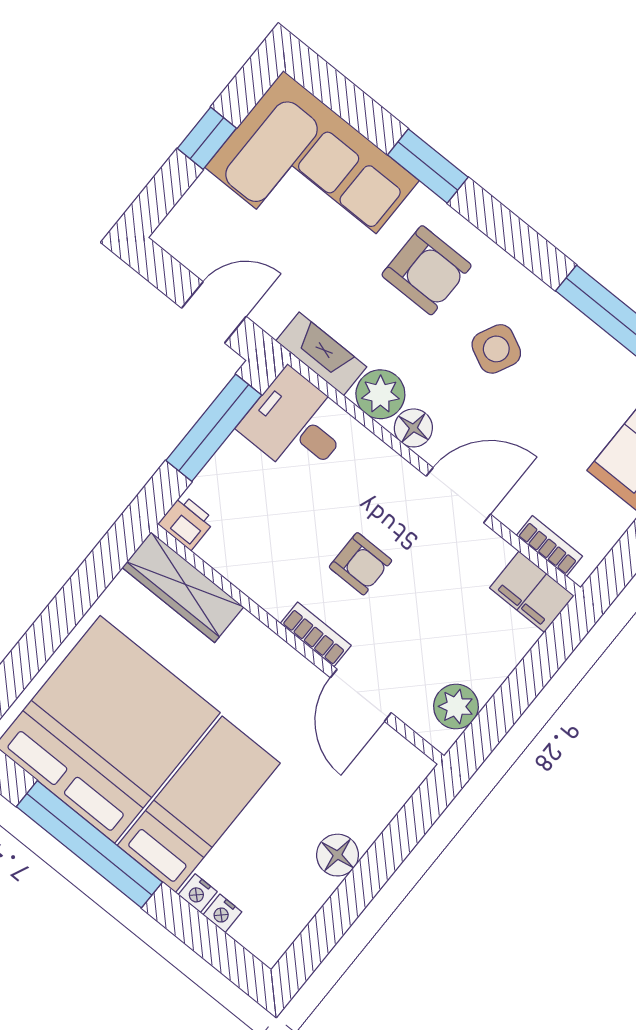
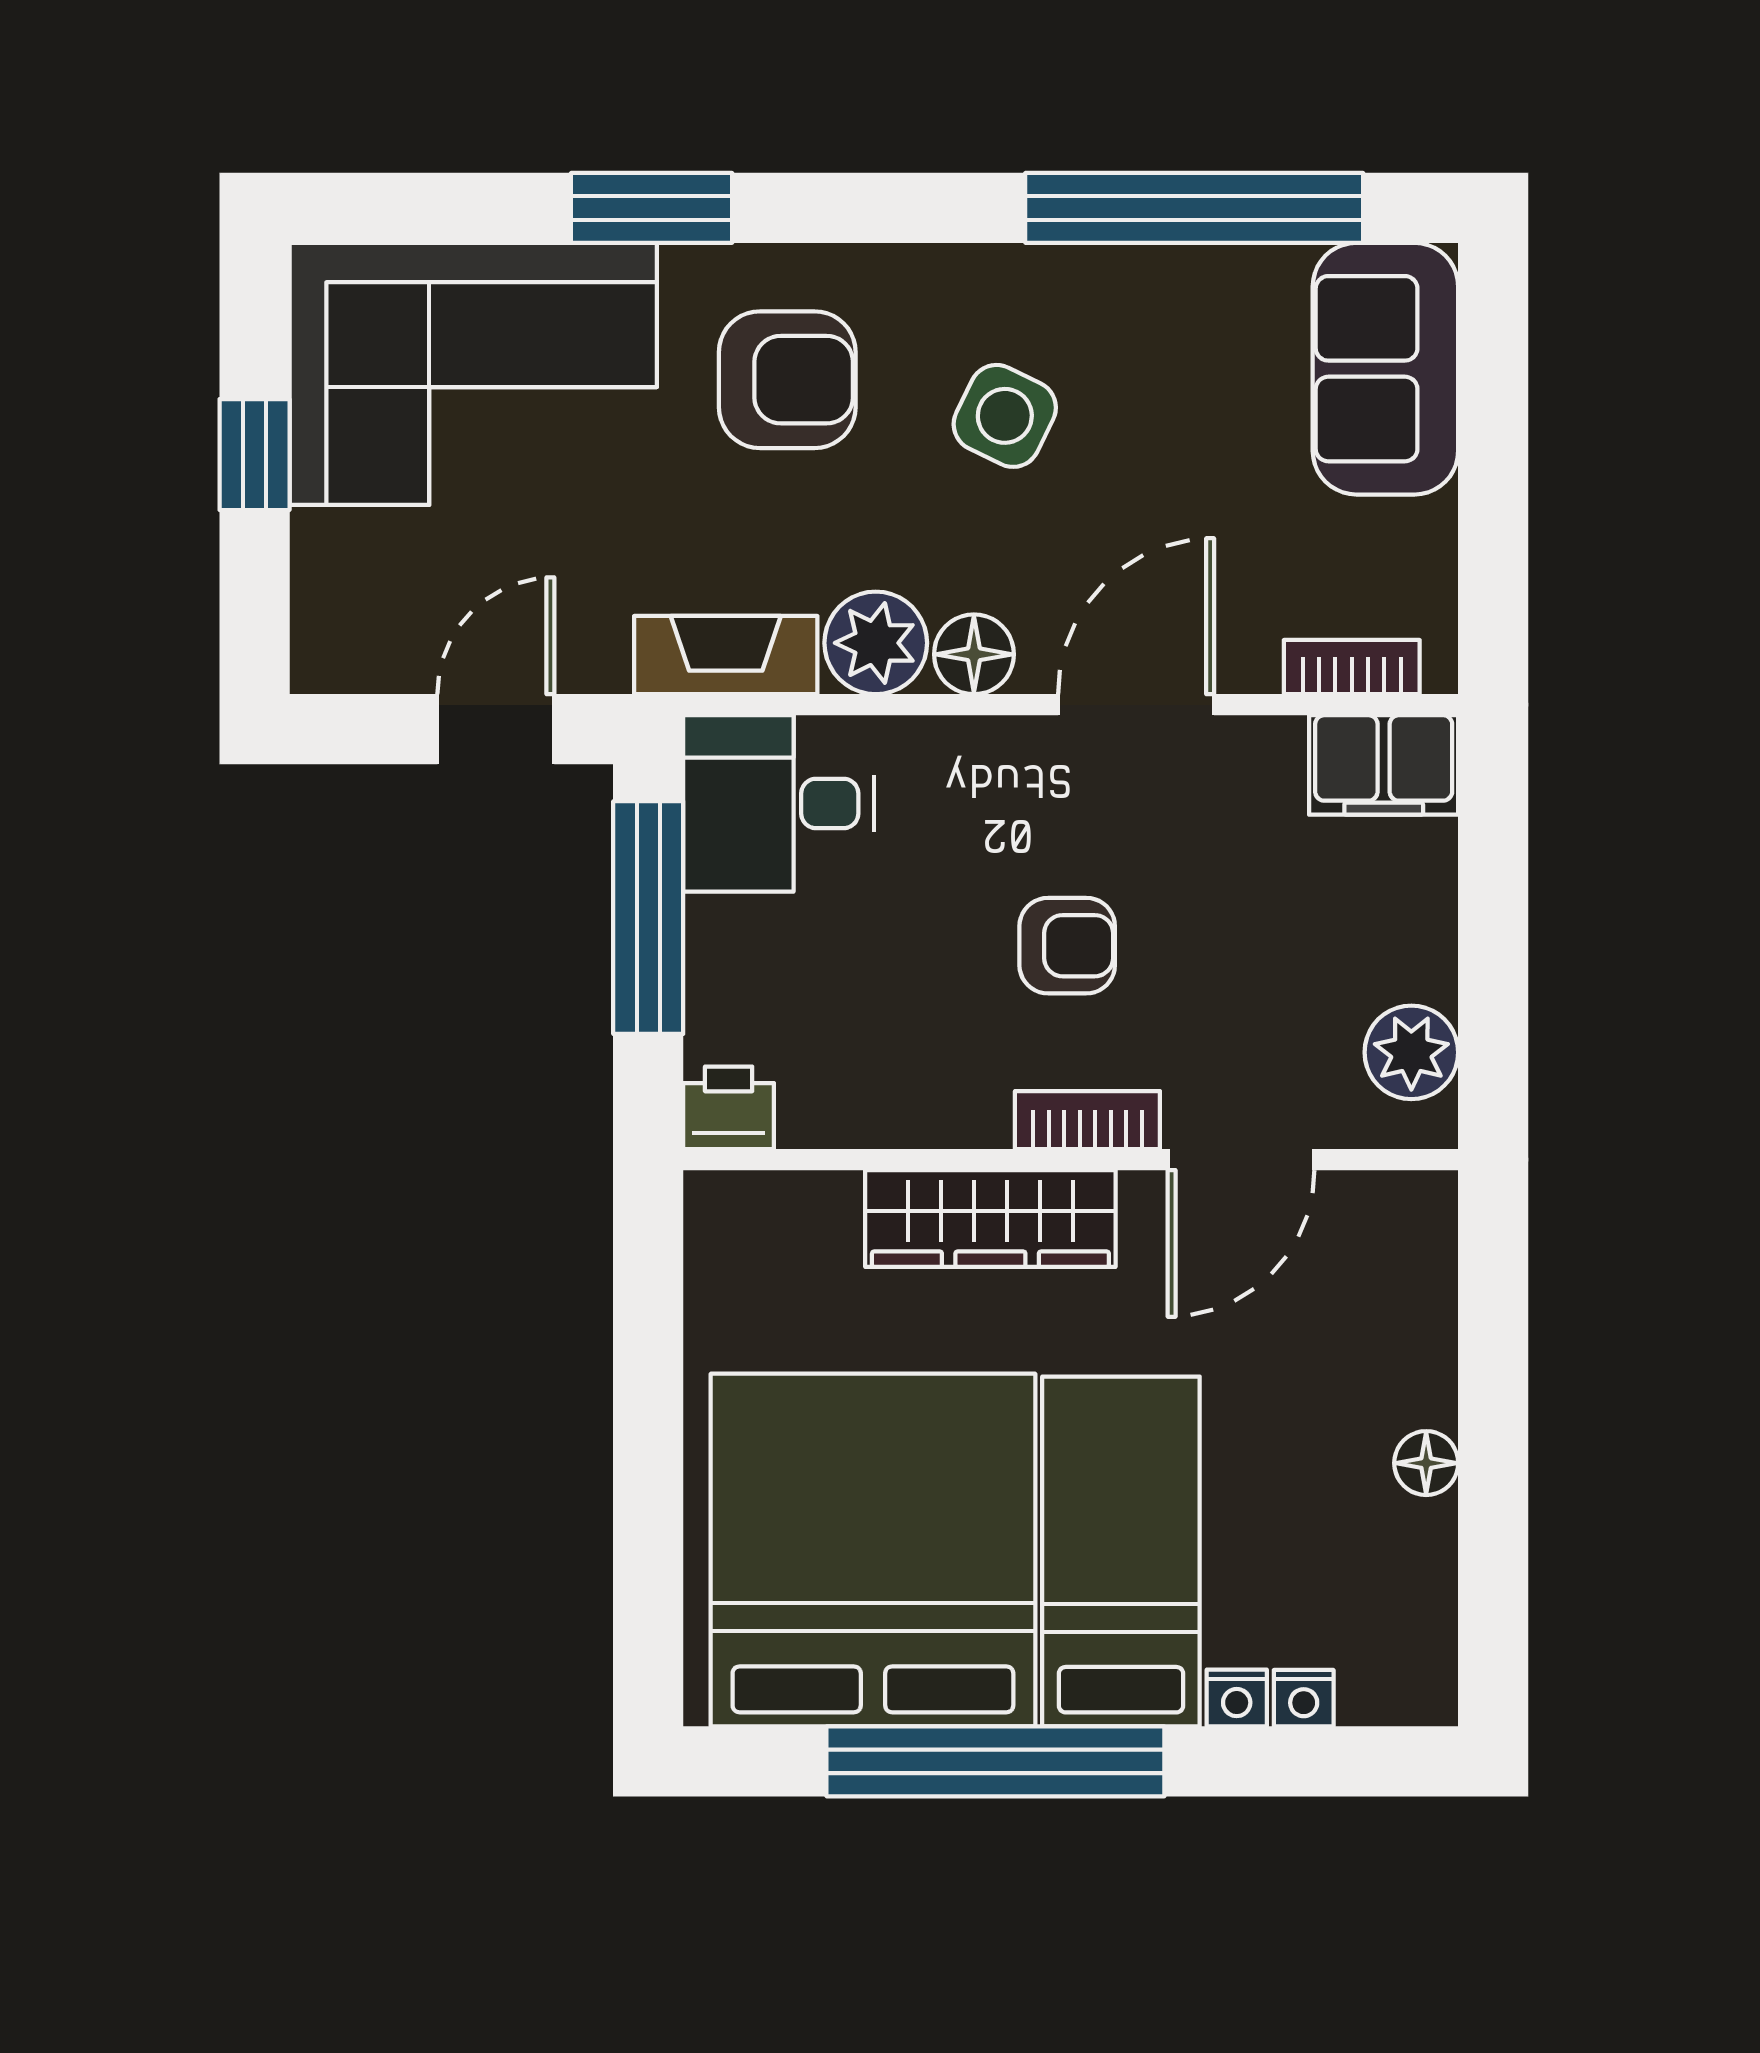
wardrobe: (183, 587) -> (990, 1218), moved
door: (361, 695) -> (1241, 1160), hinge flipped
floor lamp: (337, 855) -> (1426, 1463), width x0.73, depth x0.73

